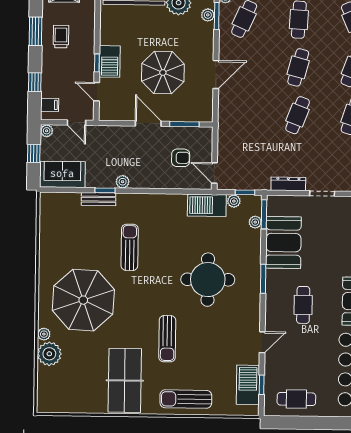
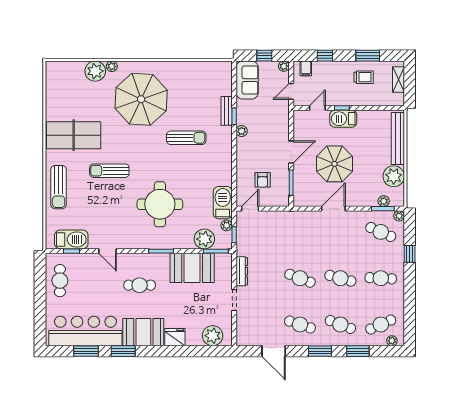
door: (216, 75) -> (333, 209), swing flipped
plant: (255, 222) -> (204, 239), width x1.88, depth x1.88
sun lounger: (186, 399) -> (59, 187), turned 180

